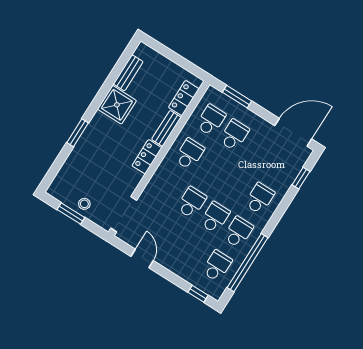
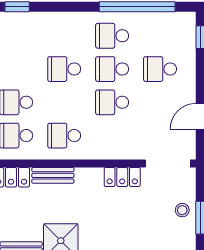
locker: (147, 157) -> (122, 177), moved
school desk: (260, 198) -> (64, 69), moved
school desk: (217, 266) -> (160, 69), moved

